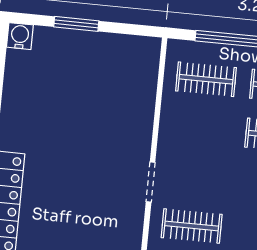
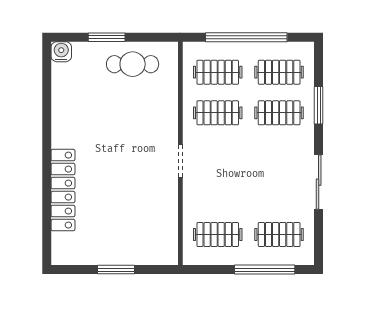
cafe table: (104, 59) -> (133, 64), added
clothes rail: (192, 226) -> (218, 113), moved

